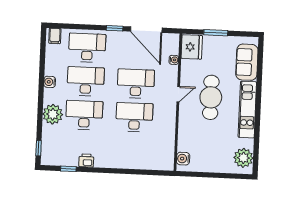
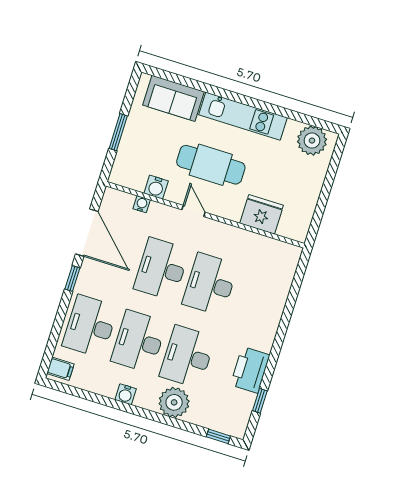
door: (146, 30) -> (87, 233), hinge flipped
fridge: (192, 47) -> (262, 214), moved
water cooler: (183, 159) -> (156, 187), moved
printer: (86, 160) -> (250, 370), width x1.87, depth x1.48

